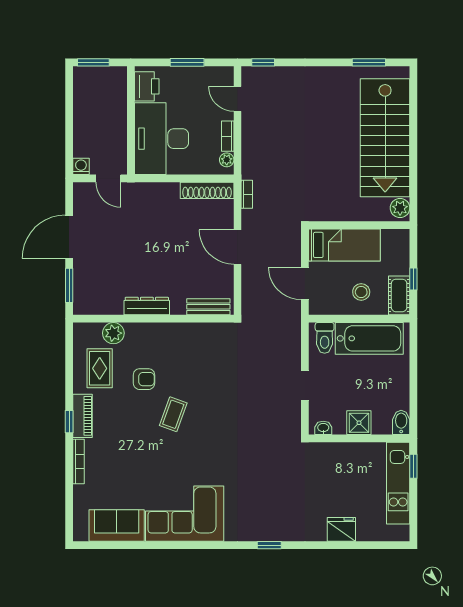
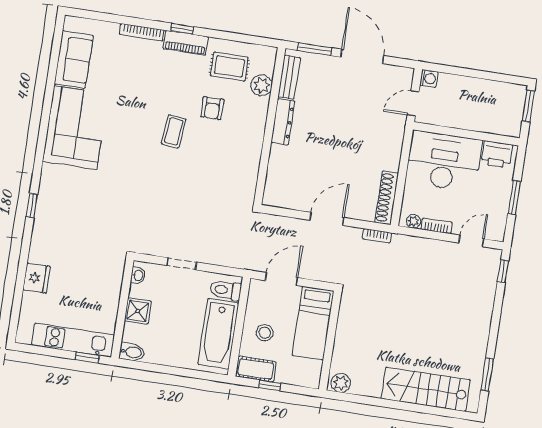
stairs: (385, 138) -> (426, 389), width x0.73, depth x0.66
bench: (208, 307) -> (289, 77), moved
coffee table: (173, 414) -> (174, 131), turned 76

